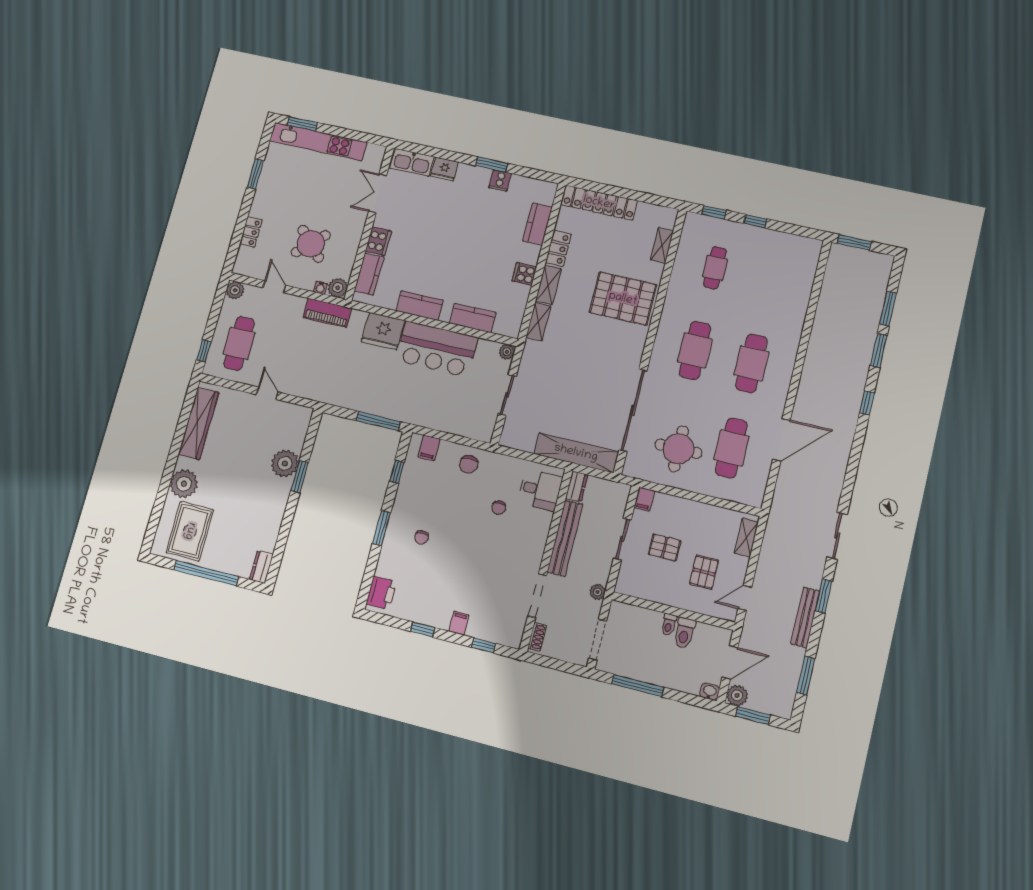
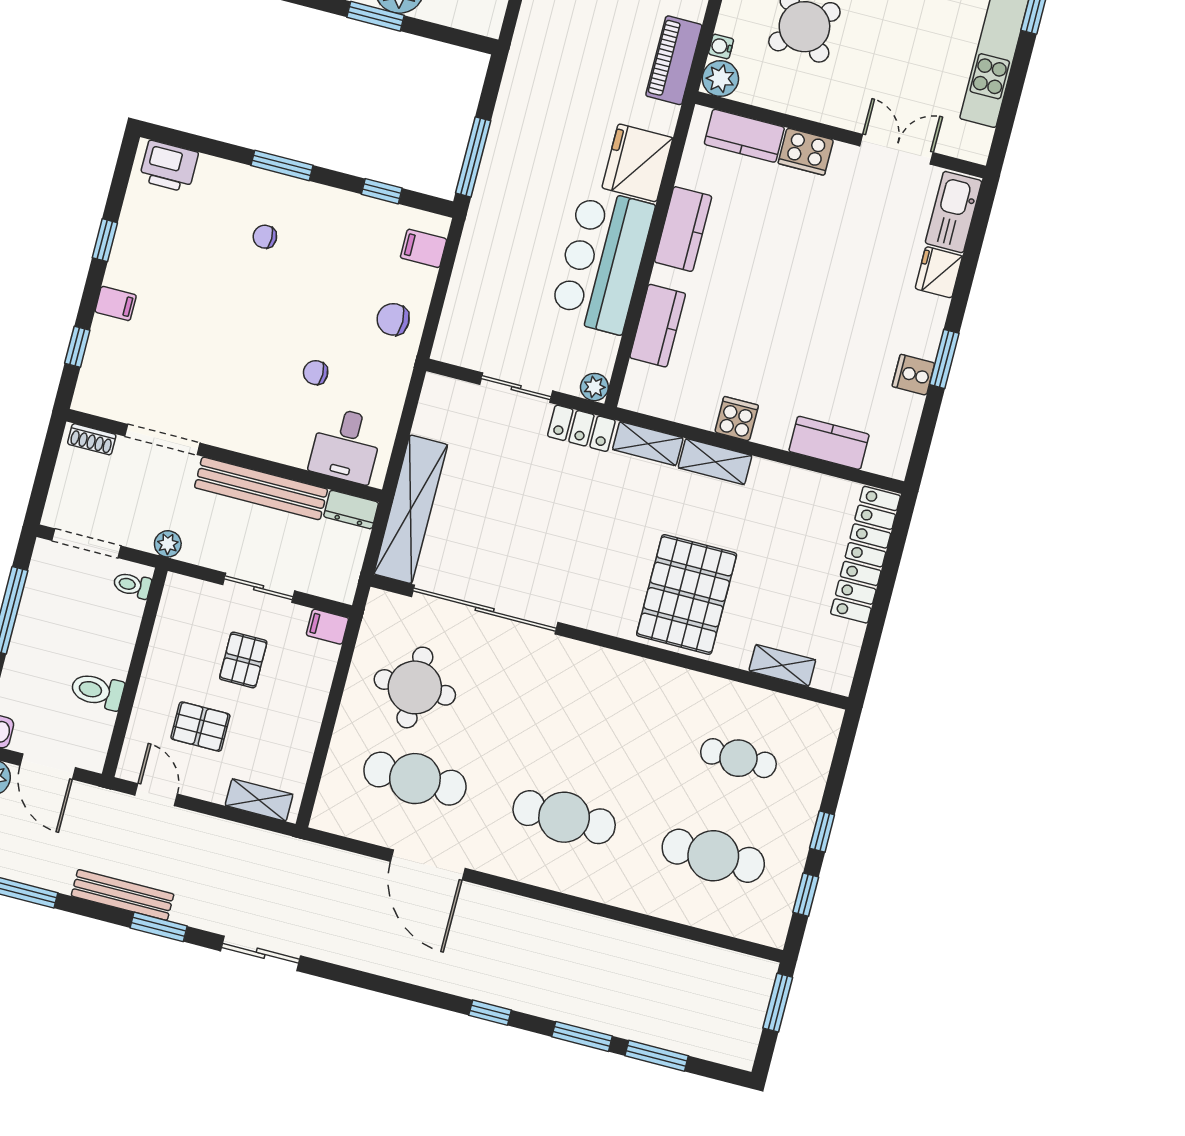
window: (714, 212) -> (806, 895), moved
locker: (558, 249) -> (581, 428), moved
cafe table: (695, 350) -> (713, 856), moved
toilet: (669, 625) -> (132, 585), moved

